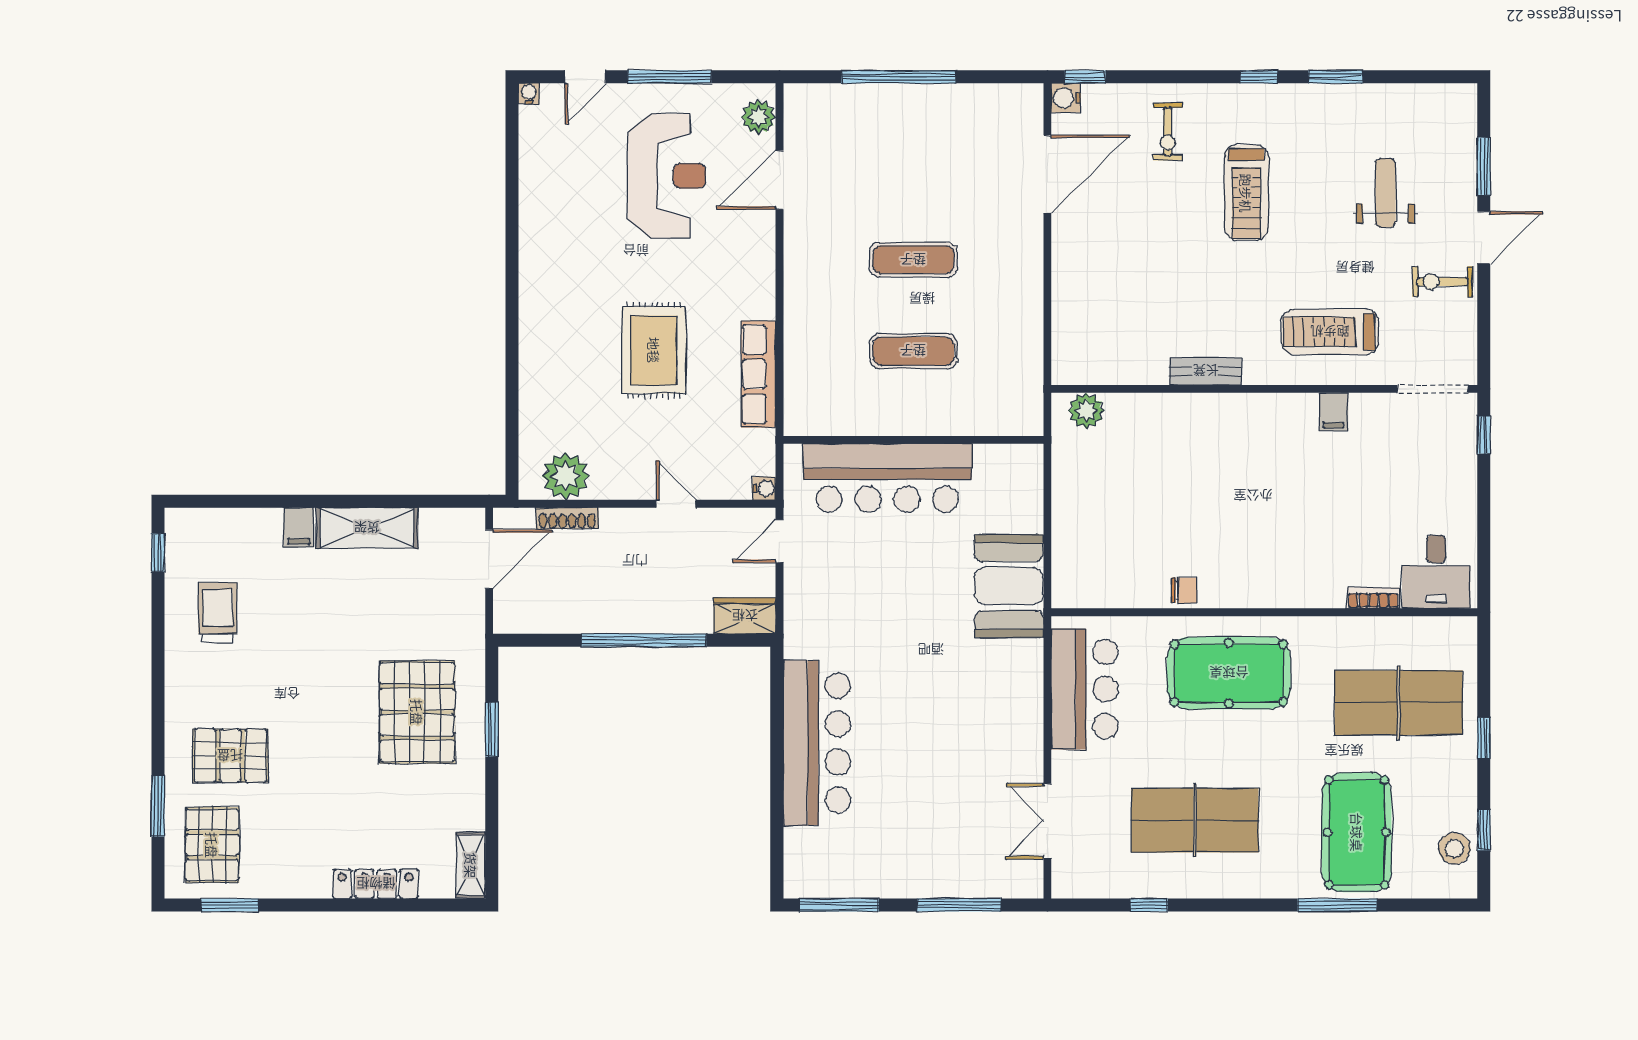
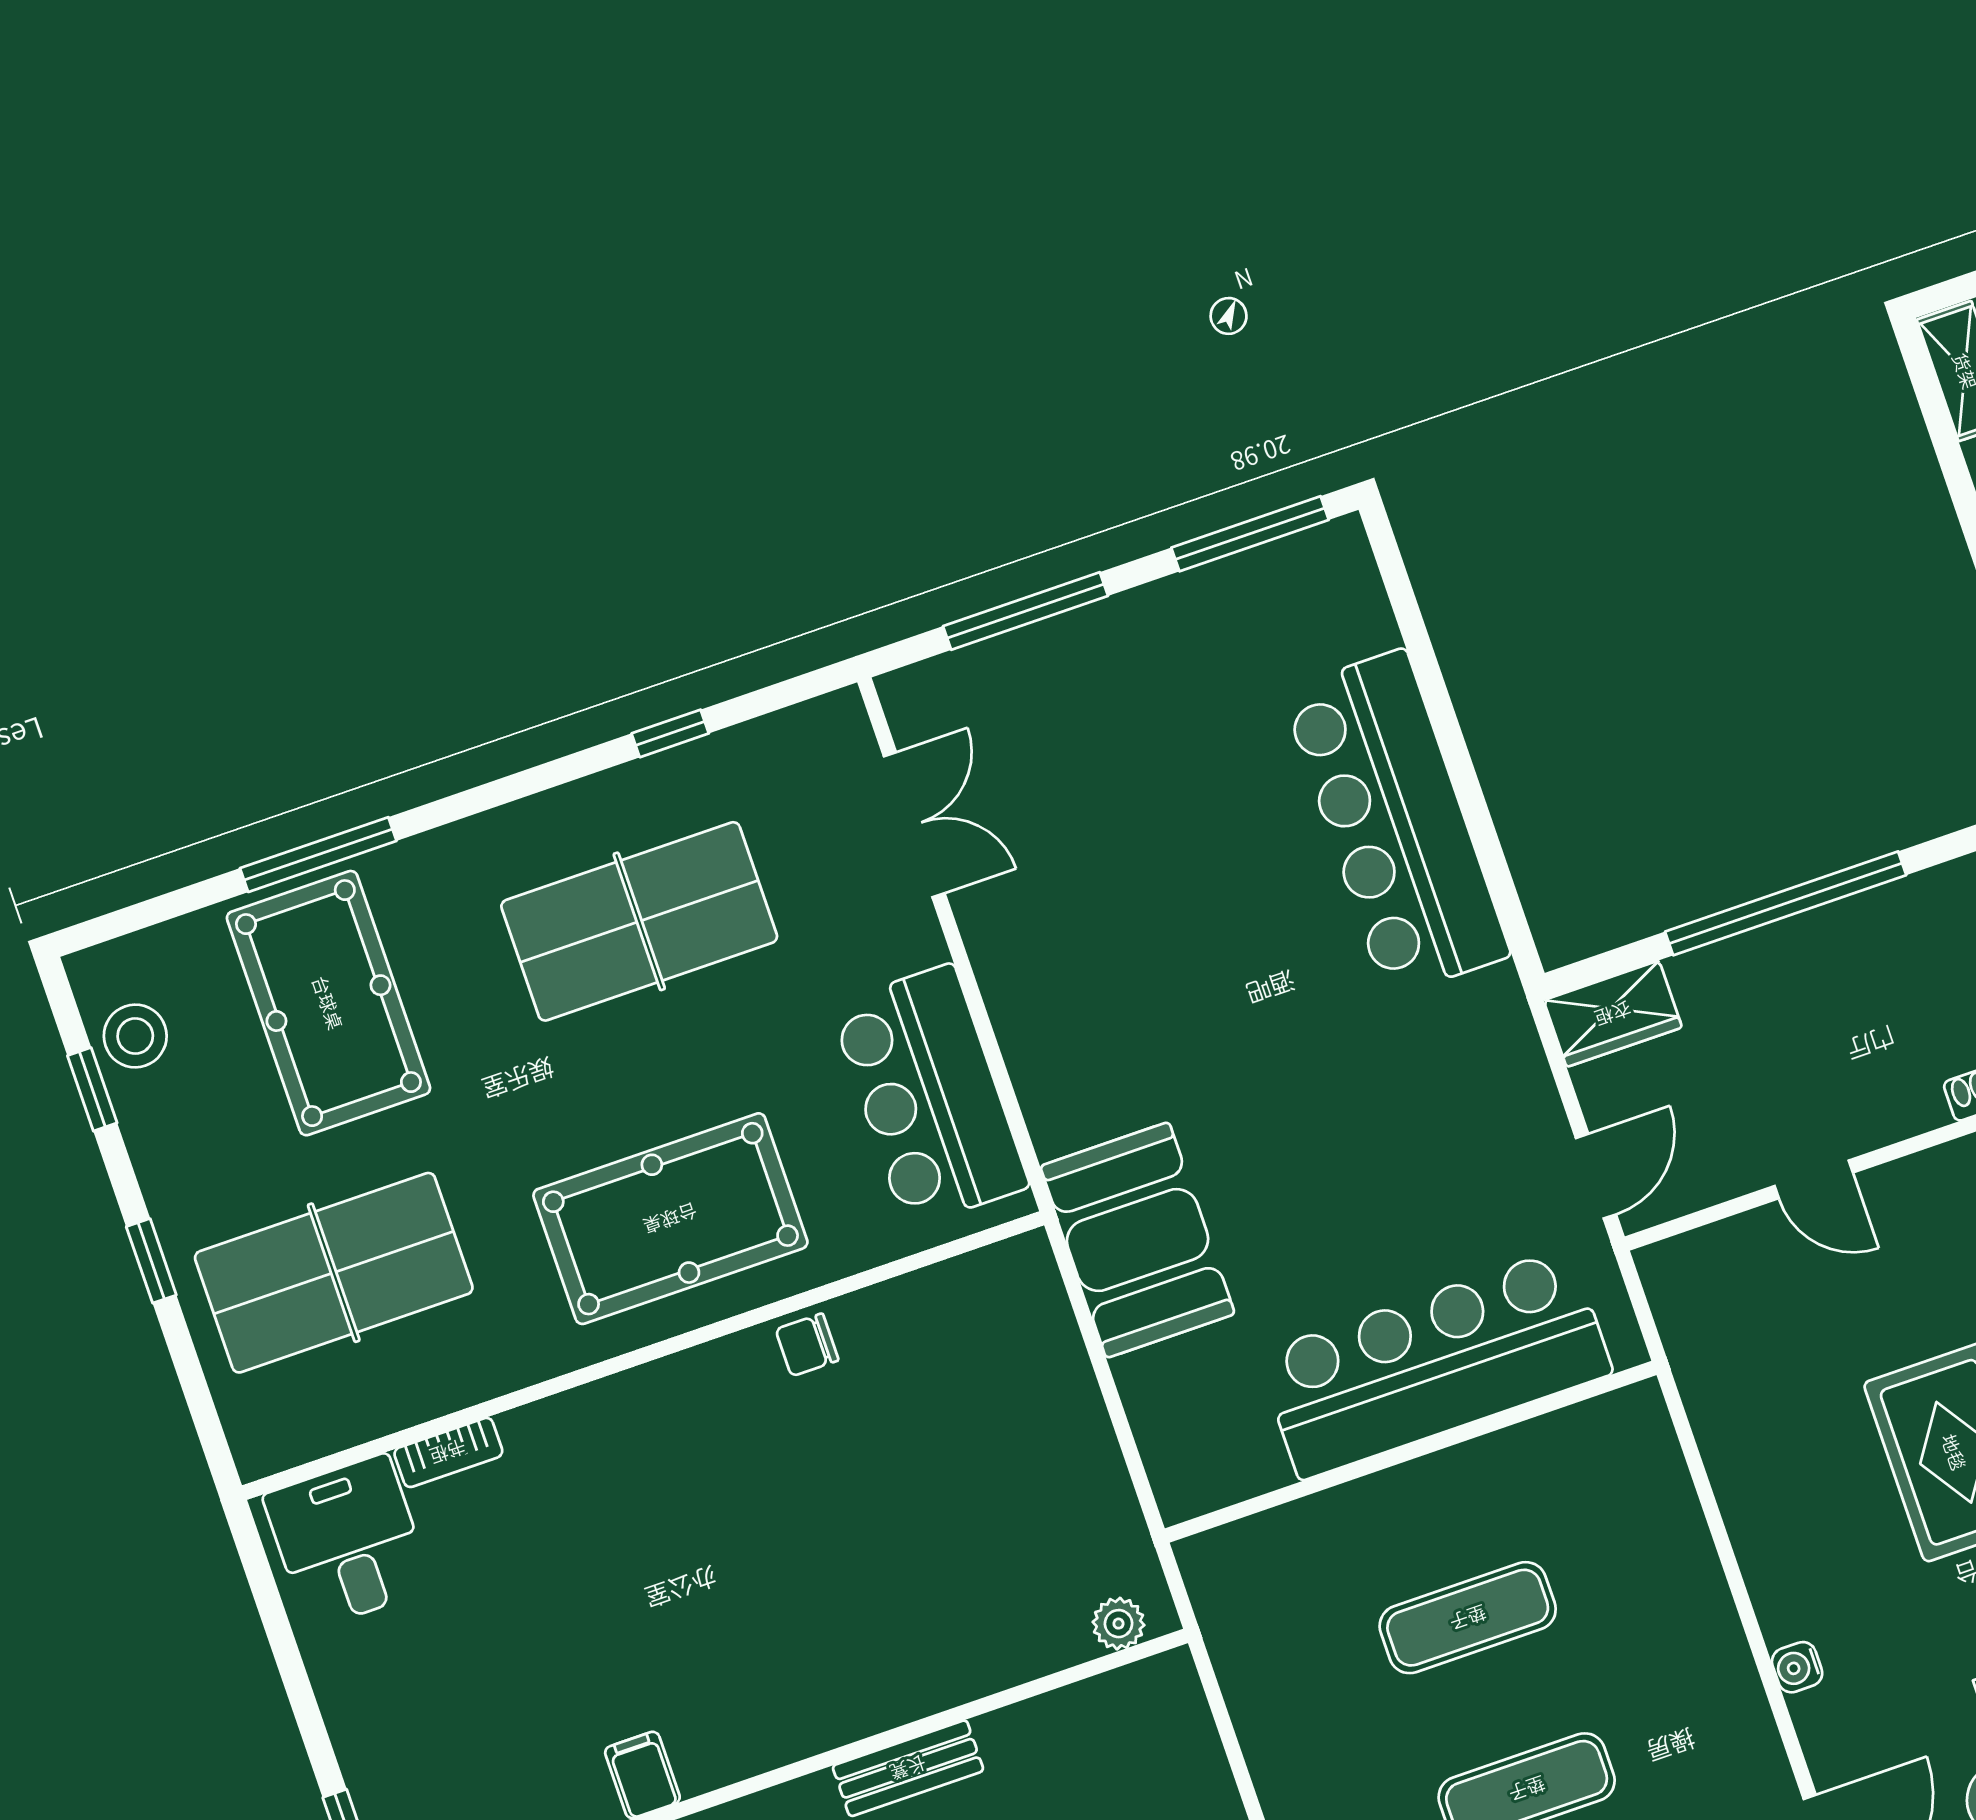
row of seats: (758, 374) -> (1743, 1475), removed
plant: (1086, 411) -> (1118, 1624), width x0.73, depth x0.73
water cooler: (764, 488) -> (1797, 1667), moved

